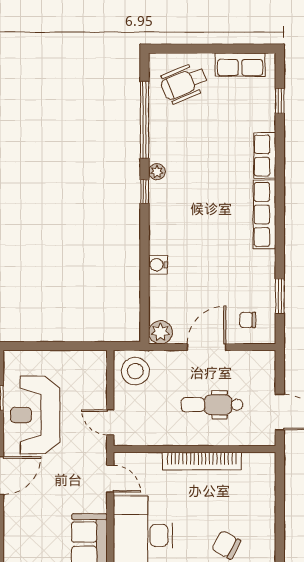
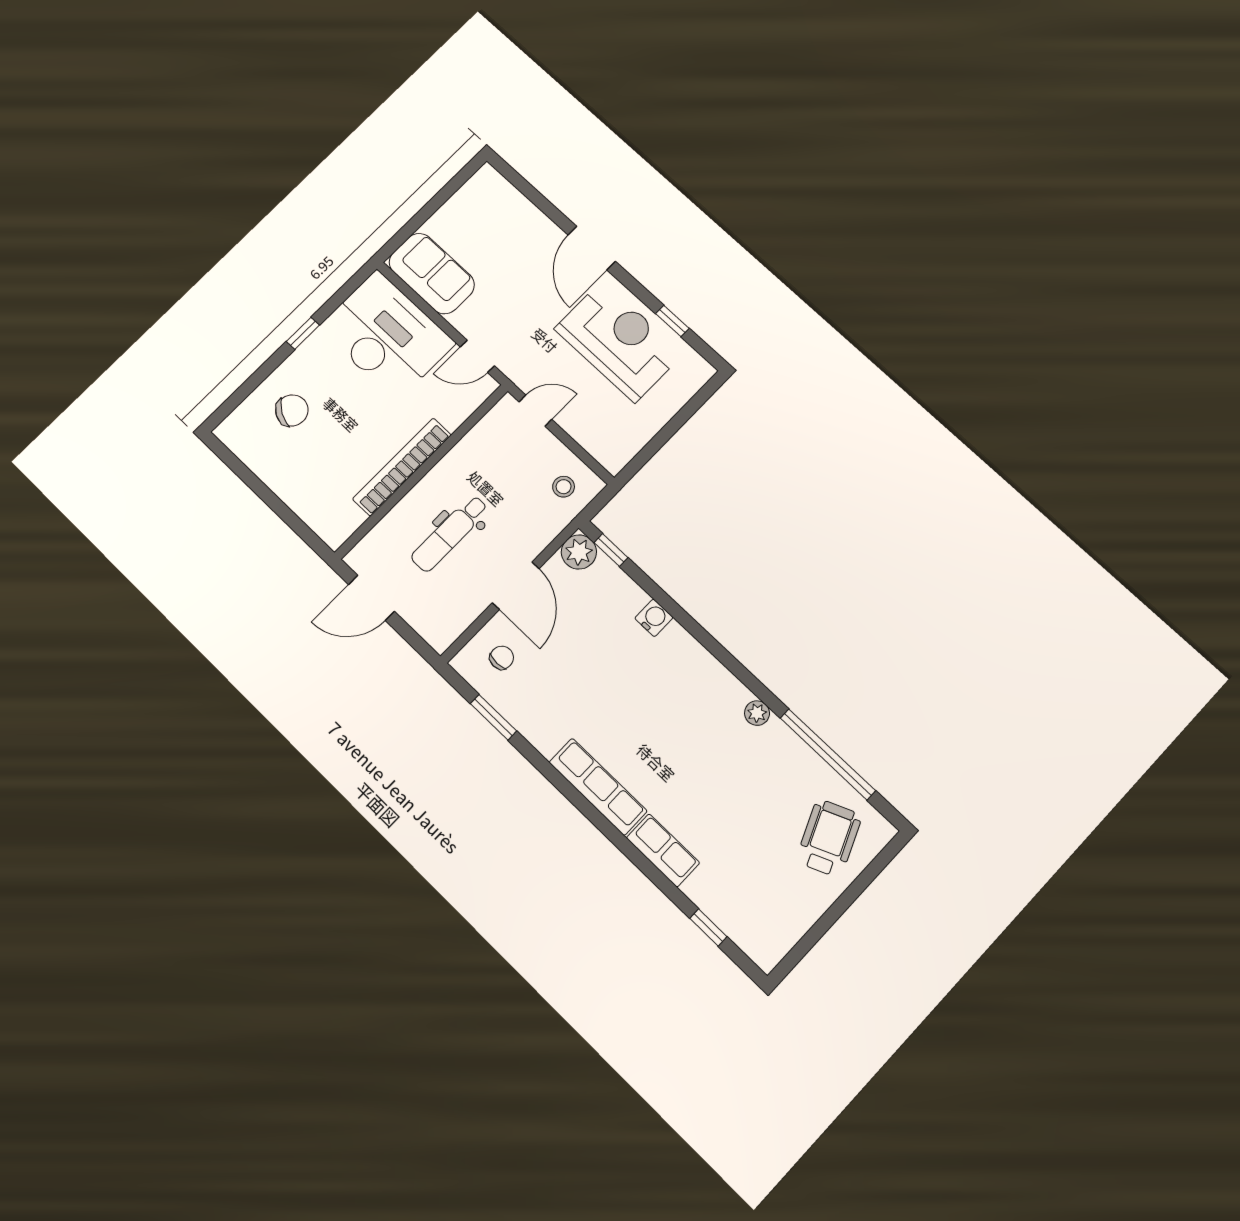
row of seats: (240, 65) -> (791, 922), removed
window: (145, 192) -> (611, 550), moved
stool: (135, 371) -> (564, 487), width x0.53, depth x0.53
dental chair: (212, 405) -> (450, 533), turned 180

